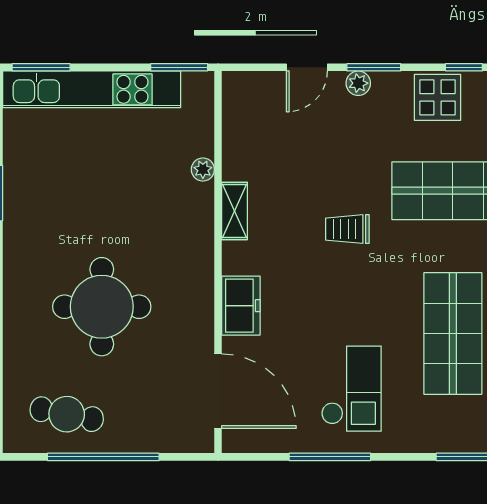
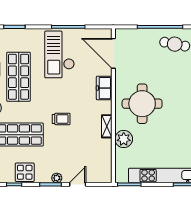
plant: (203, 169) -> (124, 139), width x1.88, depth x1.88
round table: (102, 307) -> (142, 104), moved
checkout: (351, 389) -> (60, 54), width x1.36, depth x1.21

